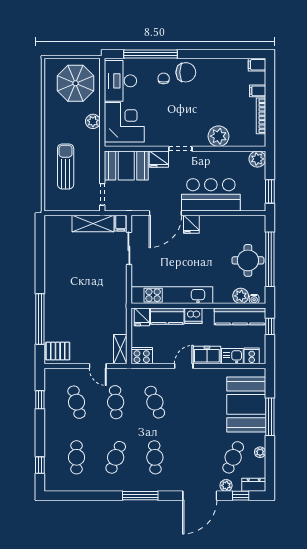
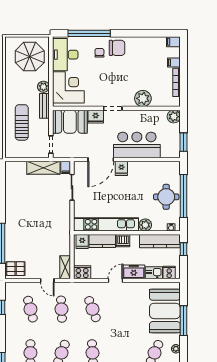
bench: (94, 146) -> (44, 106), added
plant: (241, 296) -> (145, 225), moved

